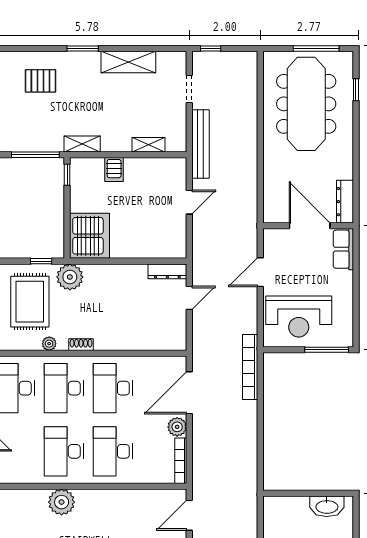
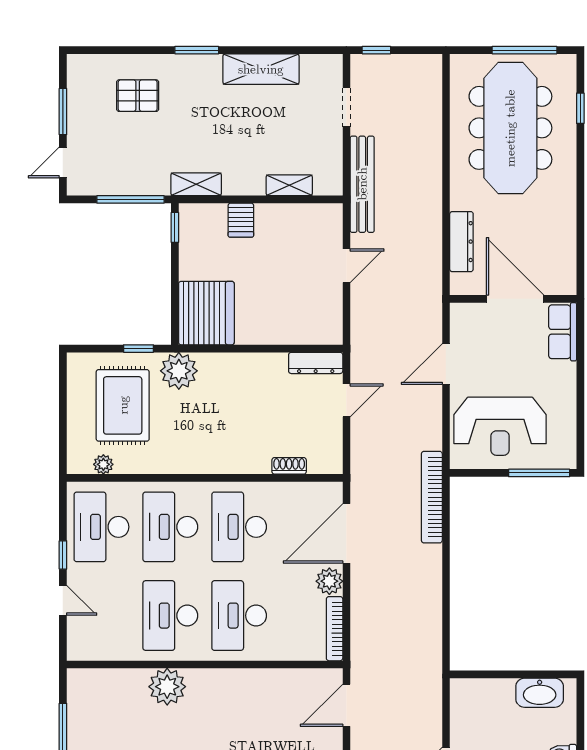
dresser: (345, 202) -> (461, 242), moved, turned 180
plant: (49, 344) -> (103, 464), moved
shoe rack: (81, 345) -> (289, 466), moved

